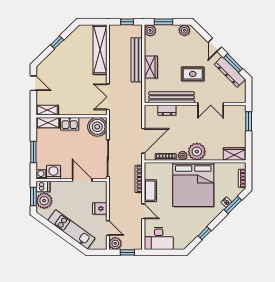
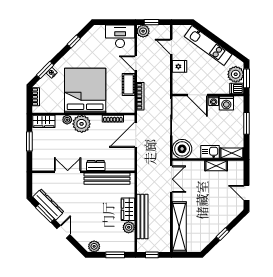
plant: (150, 30) -> (129, 227), moved
rug: (193, 74) -> (86, 202), removed
shelving: (47, 110) -> (216, 166), moved
dresser: (167, 110) -> (96, 166), moved
window: (249, 121) -> (29, 141), moved
plant: (183, 156) -> (67, 120), moved
washing machine: (41, 174) -> (214, 101), moved
plant: (115, 243) -> (143, 31), moved

